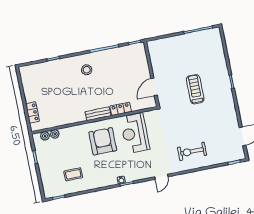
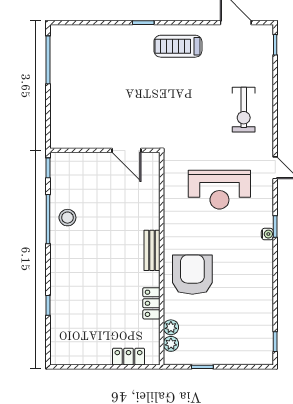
stool: (87, 70) -> (67, 218), moved
treadmill: (195, 89) -> (178, 46), moved
locker: (121, 109) -> (151, 303), moved
reception desk: (135, 133) -> (219, 190), moved
armchair: (103, 141) -> (192, 275), moved, turned 90
coffee table: (73, 174) -> (242, 310), removed

